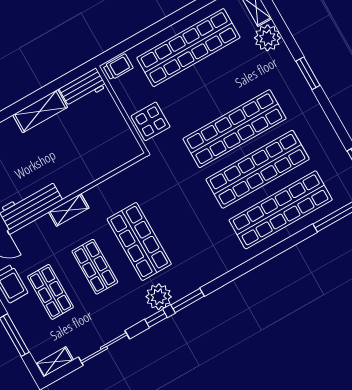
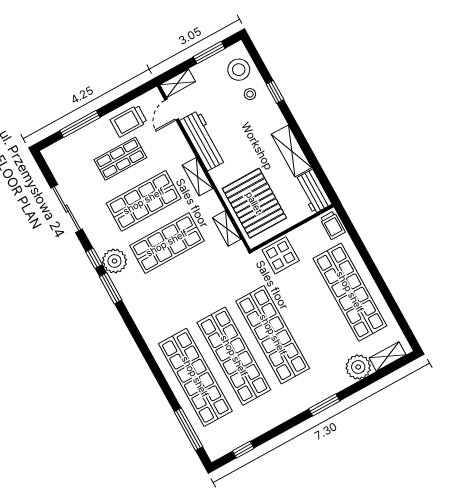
pallet: (96, 150) -> (254, 203), added
shop shelf: (95, 267) -> (144, 201), width x1.43, depth x1.36
shelving: (55, 362) -> (227, 228), moved

